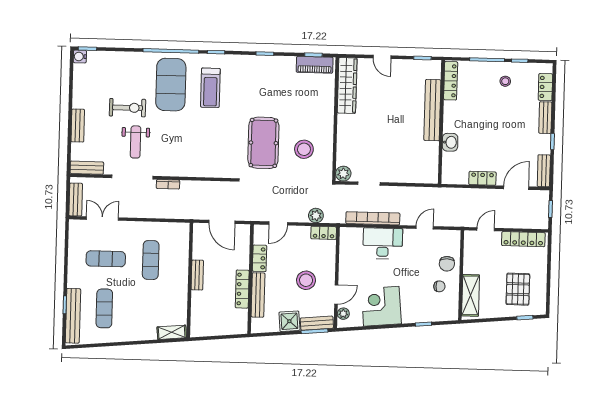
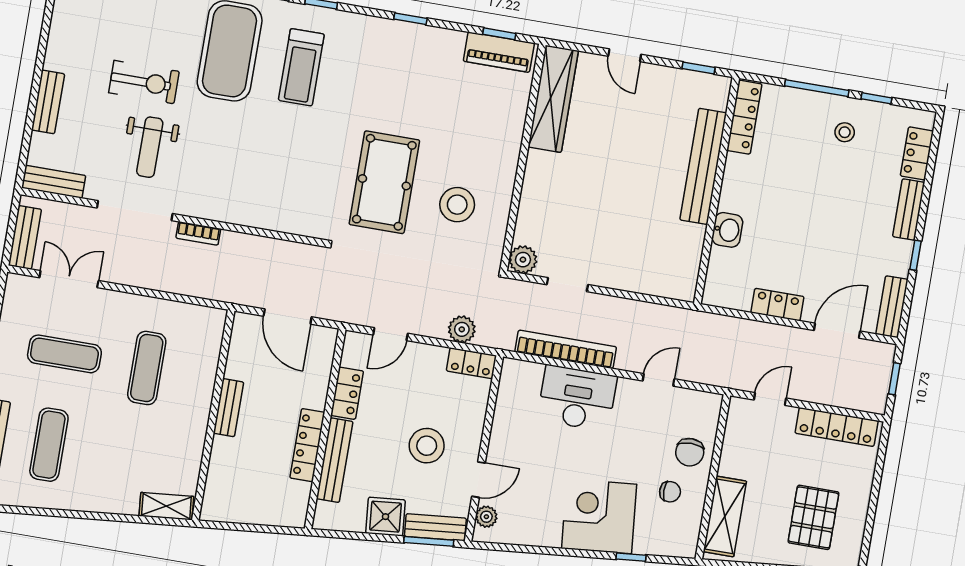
corner desk: (381, 306) -> (599, 516), moved

